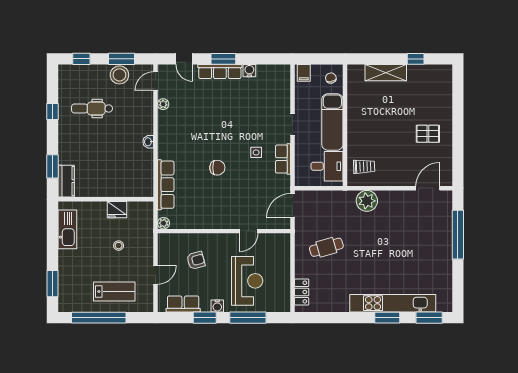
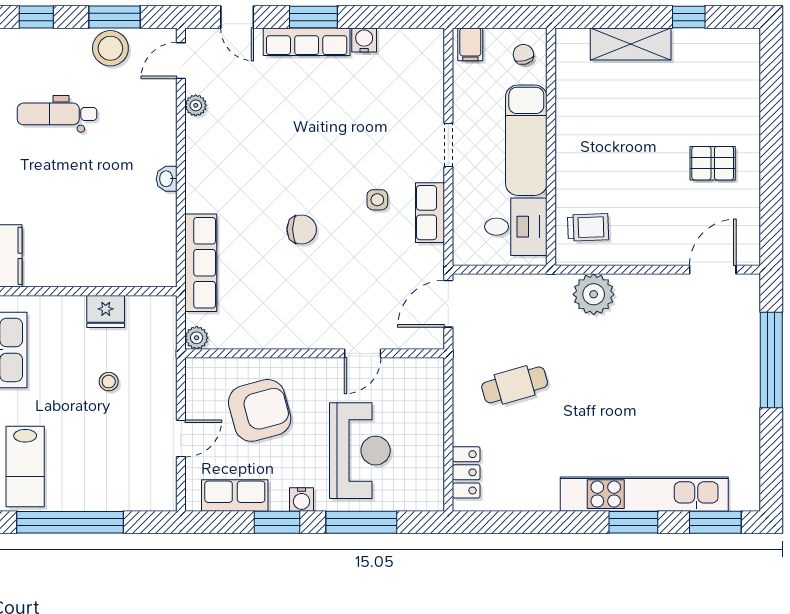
armchair: (196, 260) -> (260, 410), width x1.88, depth x1.88
lab bench: (114, 292) -> (25, 467), moved, turned 90

